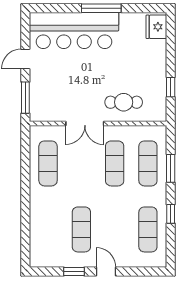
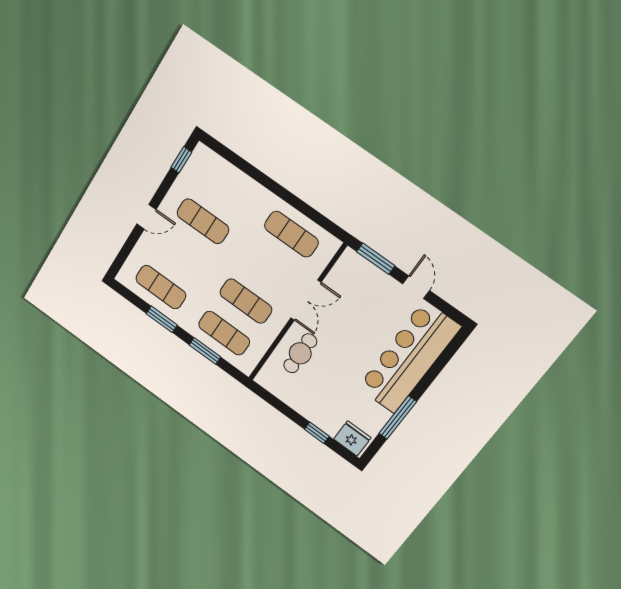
window: (101, 8) -> (398, 417), moved
window: (171, 87) -> (317, 433), moved
double door: (85, 123) -> (306, 300), swing flipped
window: (171, 214) -> (162, 319), width x1.50
window: (74, 272) -> (181, 160), moved

